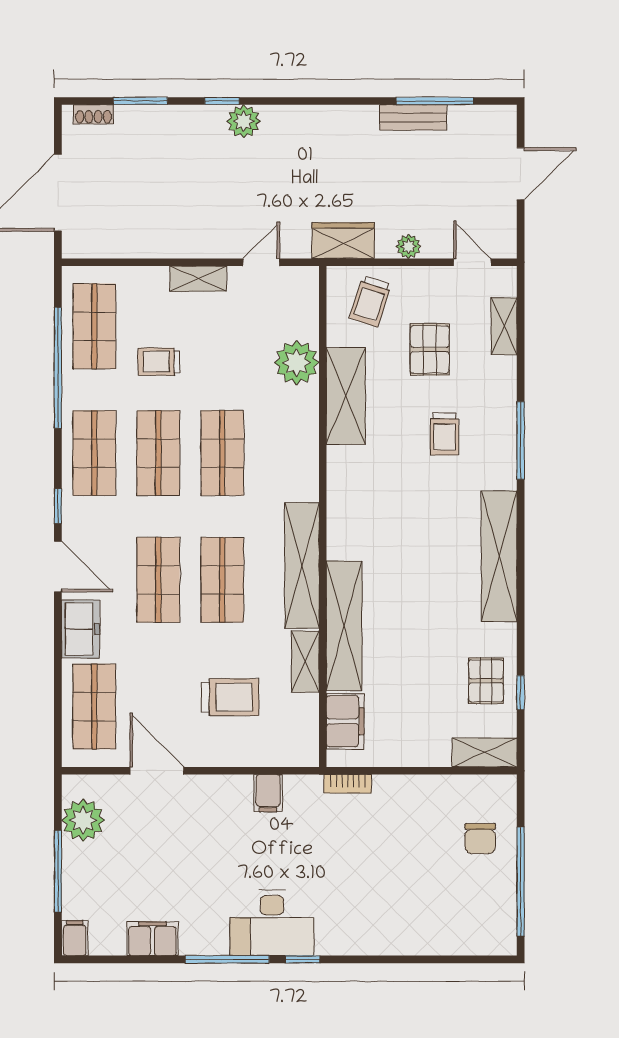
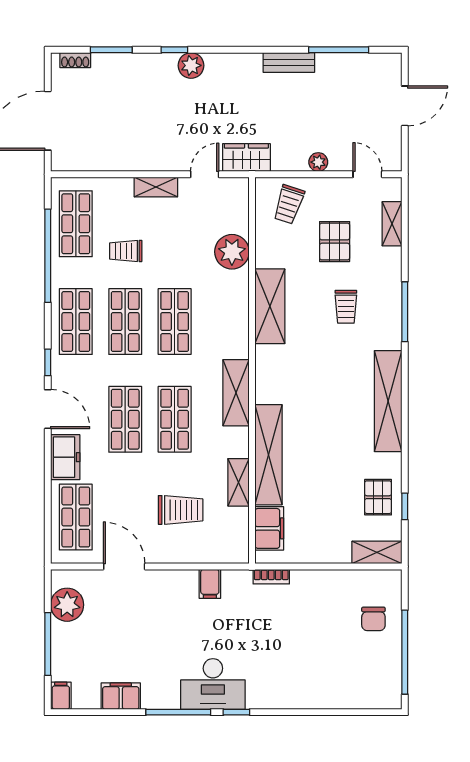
bench: (413, 117) -> (289, 62), moved
wardrobe: (343, 241) -> (246, 158), moved
shelving: (346, 396) -> (270, 306), moved
shelving: (302, 565) -> (236, 393), width x0.68

